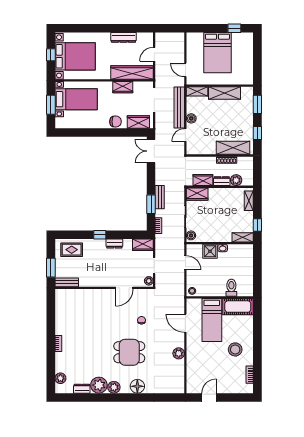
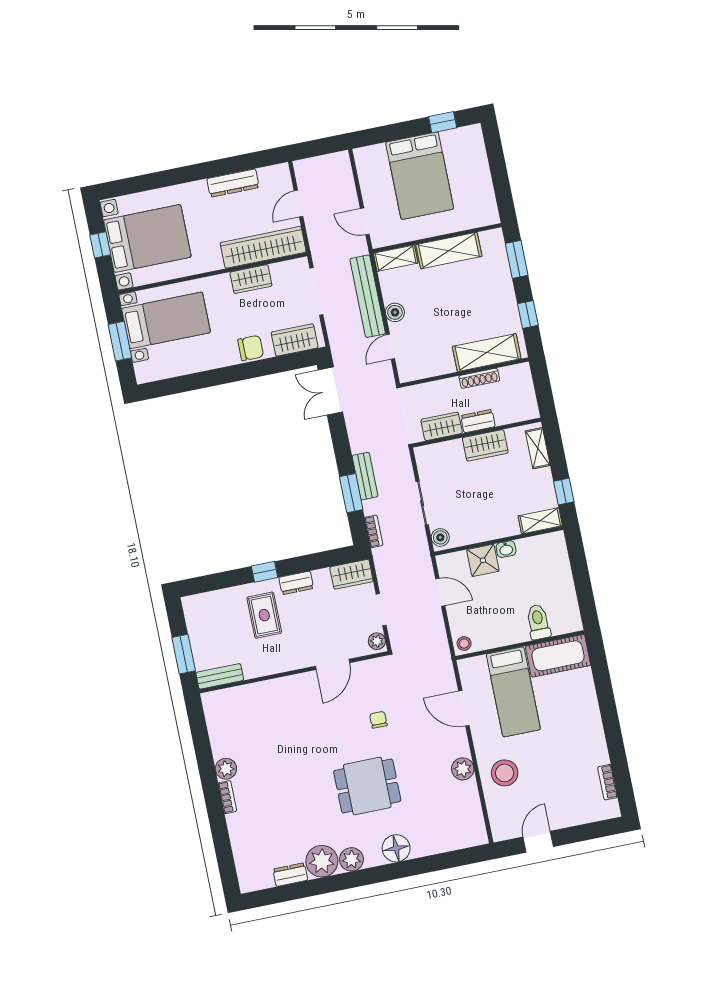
plant: (236, 180) -> (505, 413), removed
wardrobe: (197, 194) -> (485, 445), moved
rug: (72, 250) -> (264, 615), moved, turned 90
stool: (235, 349) -> (505, 773), moved
plant: (60, 378) -> (226, 769), moved

